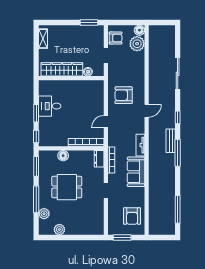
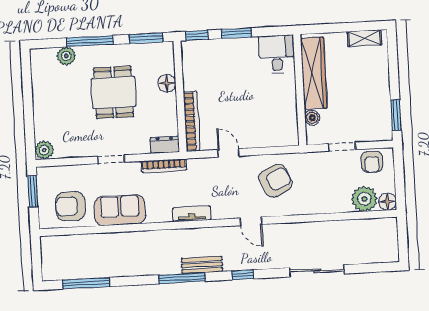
armchair: (124, 95) -> (275, 181), turned 65
desk: (50, 106) -> (277, 54), moved
sofa: (136, 172) -> (120, 210), moved
plant: (59, 229) -> (44, 150), moved

